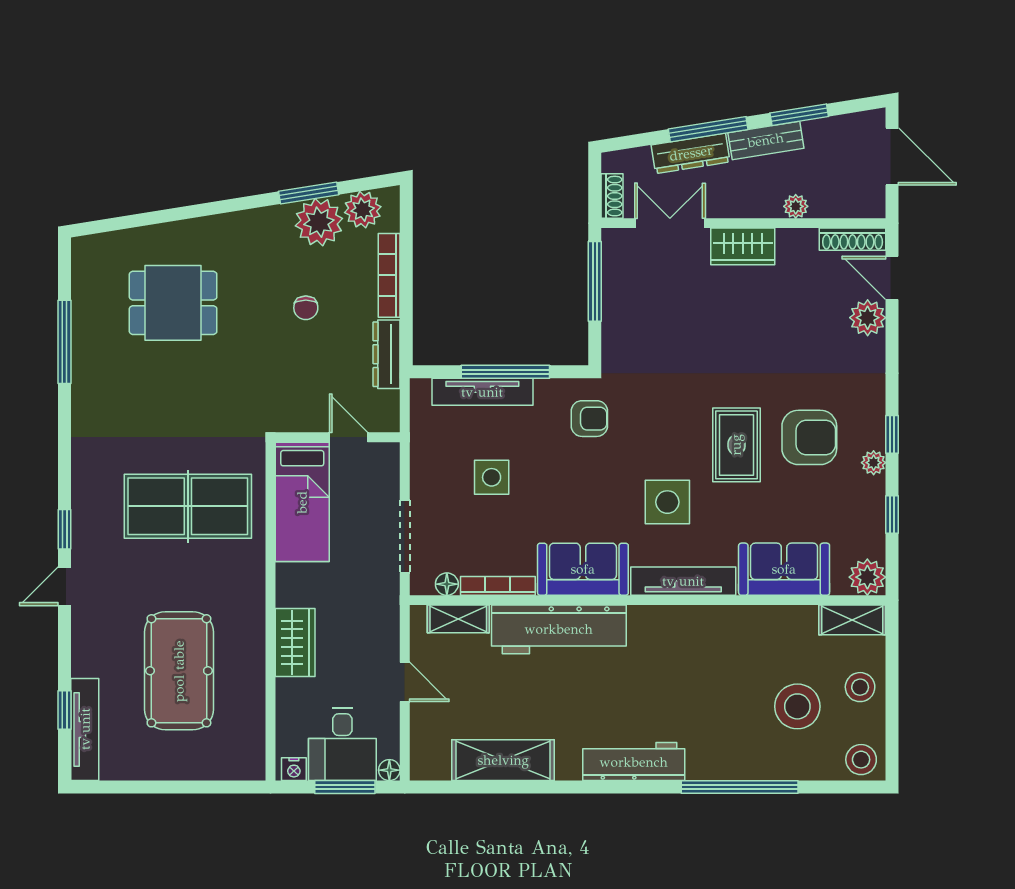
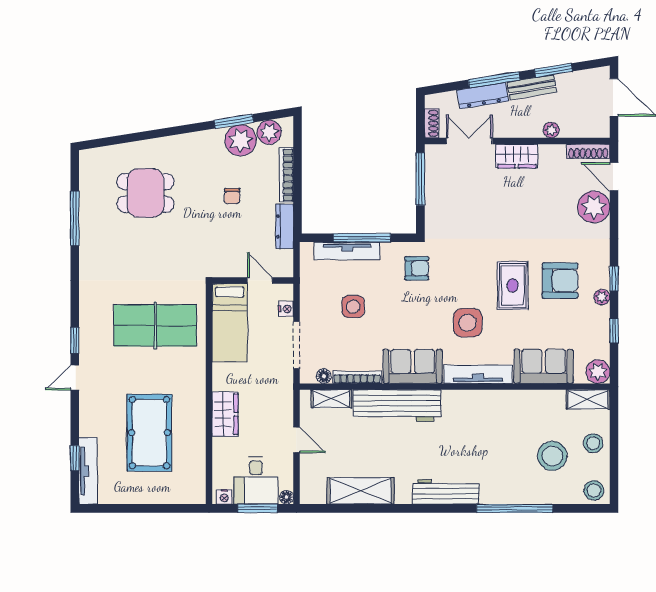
plant: (868, 318) -> (594, 207), width x1.36, depth x1.36
nightstand: (389, 481) -> (286, 309), added

